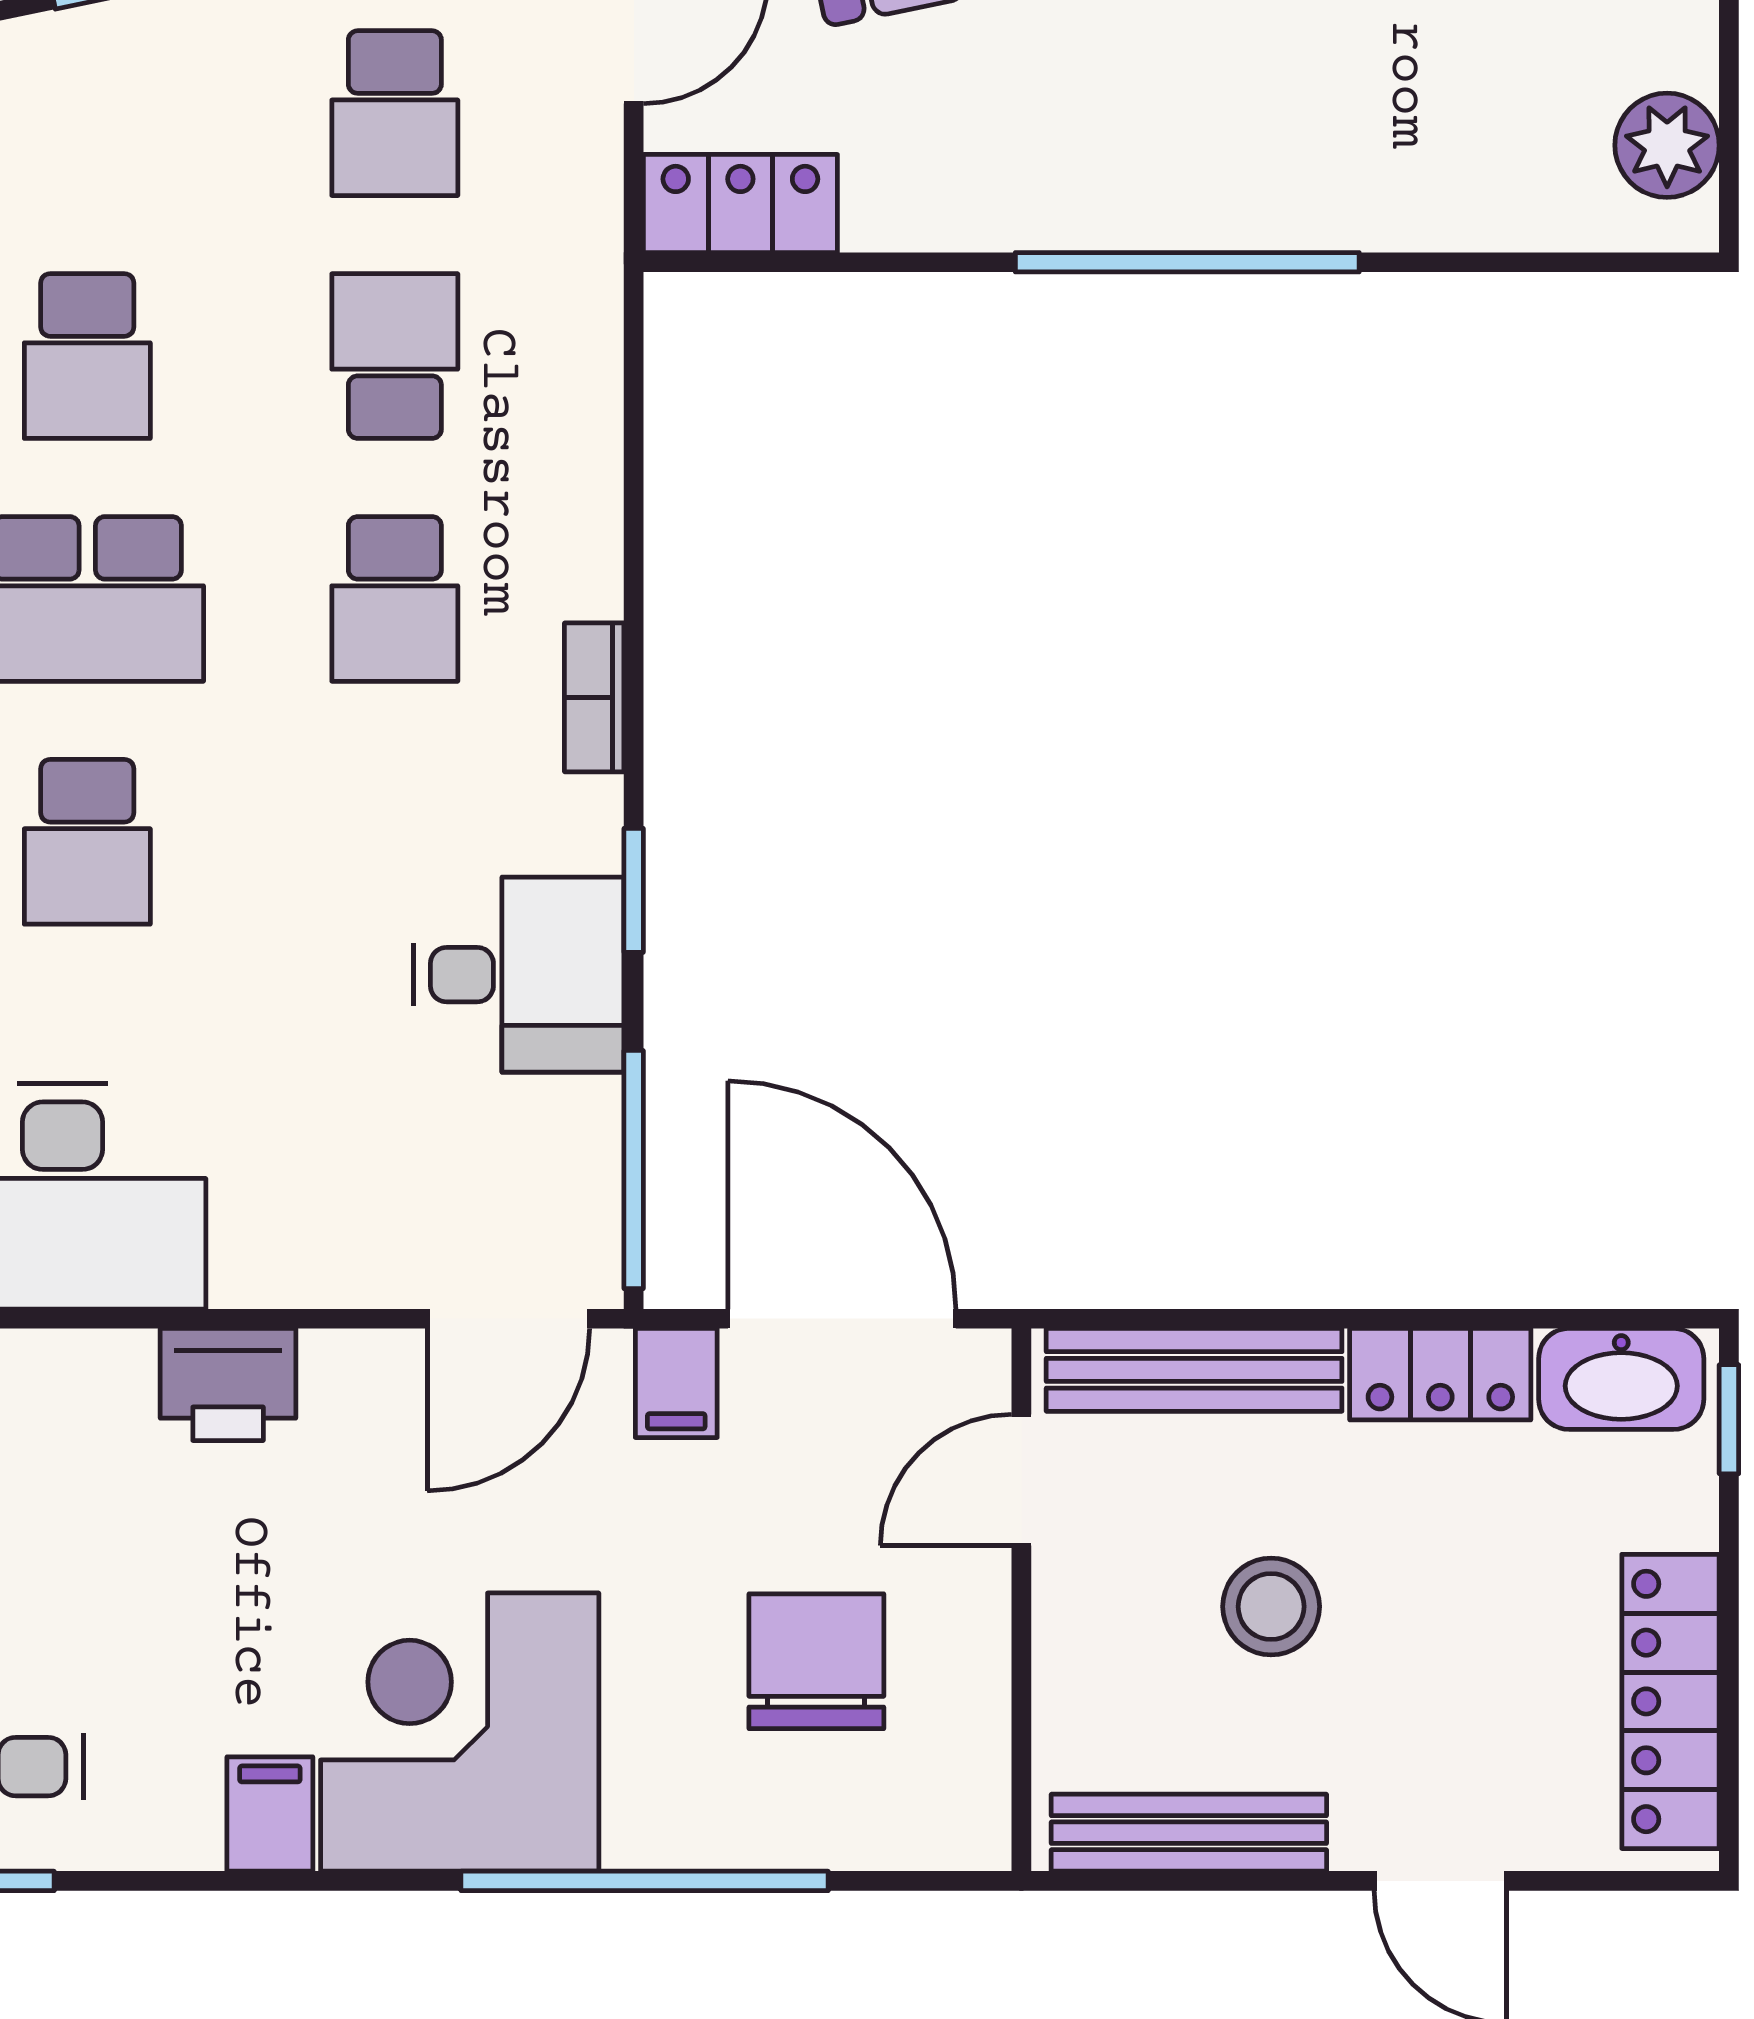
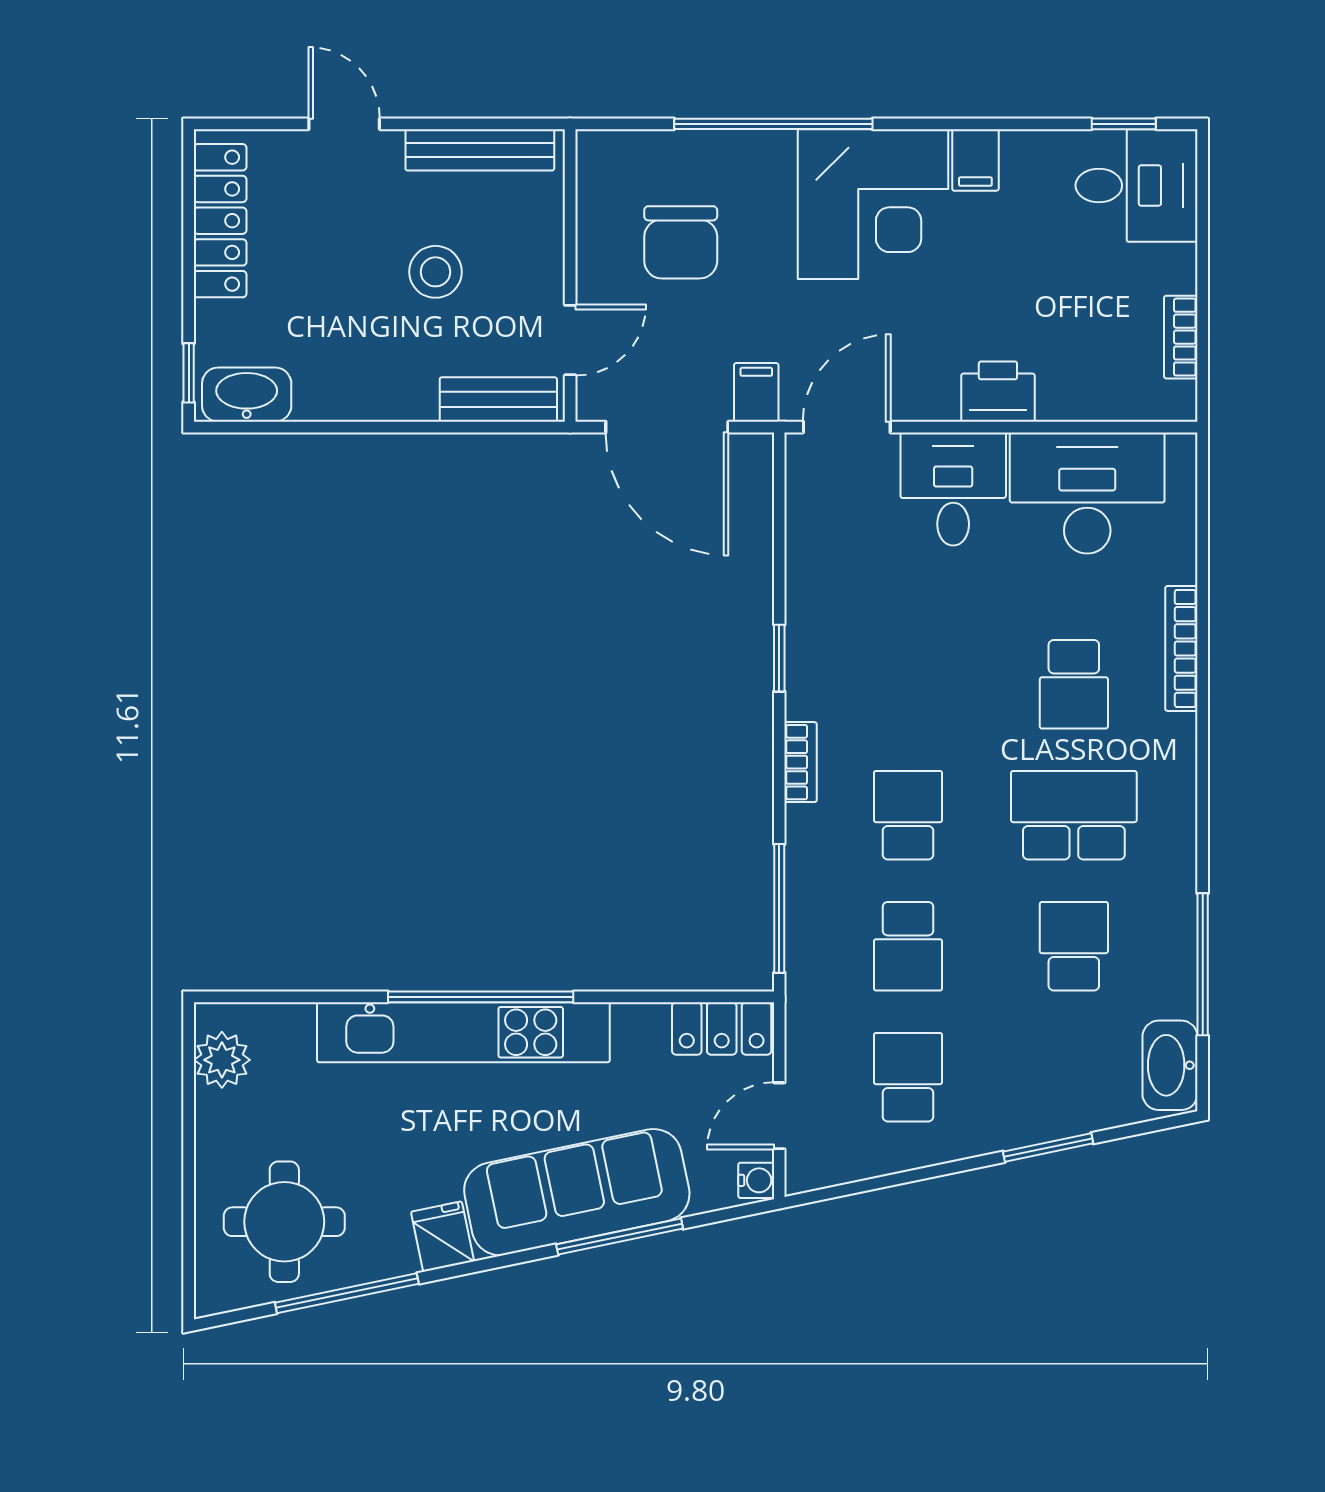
kitchen unit: (1219, 196) -> (463, 1032), added
school desk: (87, 842) -> (1074, 684), turned 180
desk: (519, 975) -> (953, 489), moved, turned 90
window: (634, 1170) -> (779, 908), moved
bench: (1194, 1370) -> (498, 399), width x0.73
locker: (1440, 1374) -> (344, 397), removed

